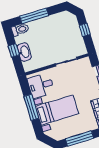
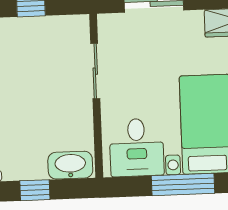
washbasin: (24, 52) -> (70, 165), moved

